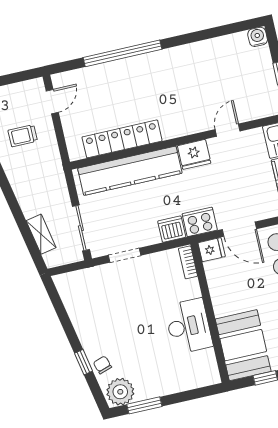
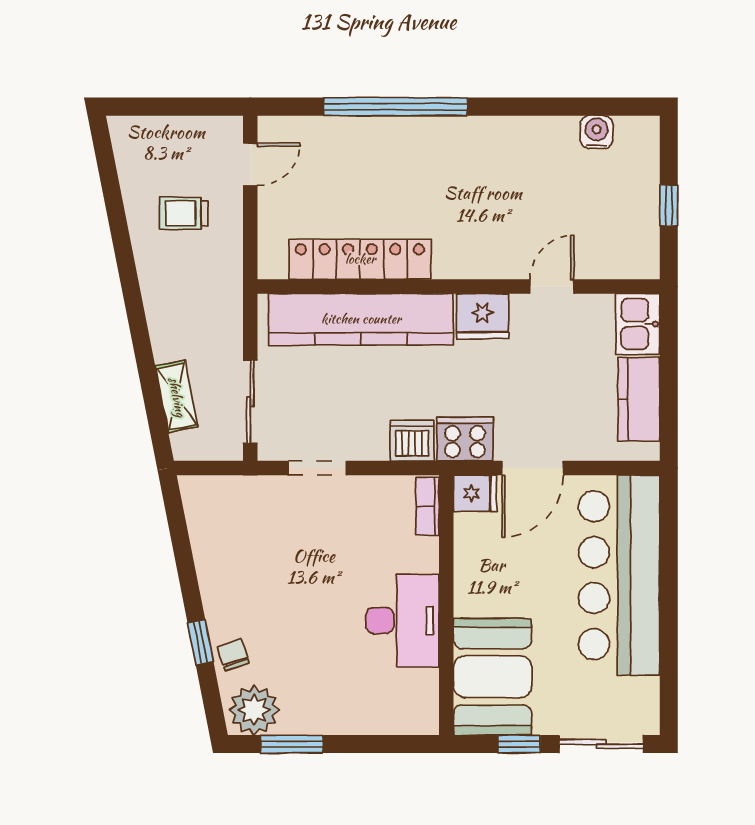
water cooler: (258, 37) -> (597, 132), moved
door: (239, 229) -> (533, 468), hinge flipped

